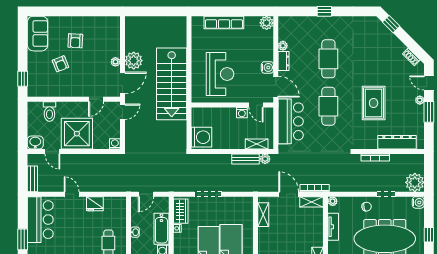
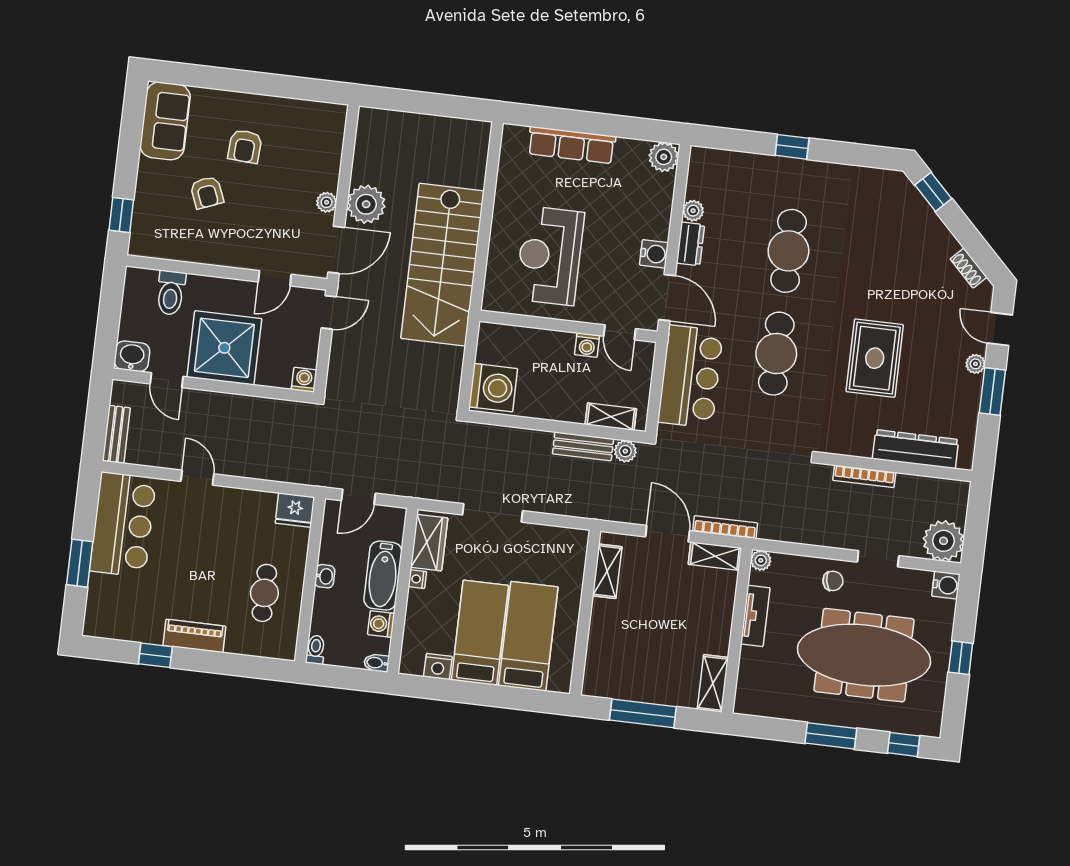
reception desk: (220, 74) -> (550, 256), turned 180
fridge: (95, 204) -> (295, 510), moved

